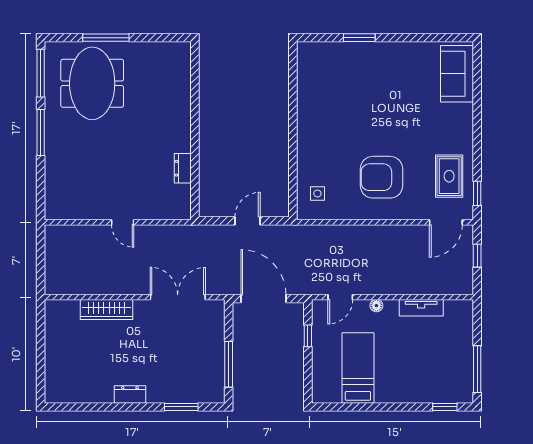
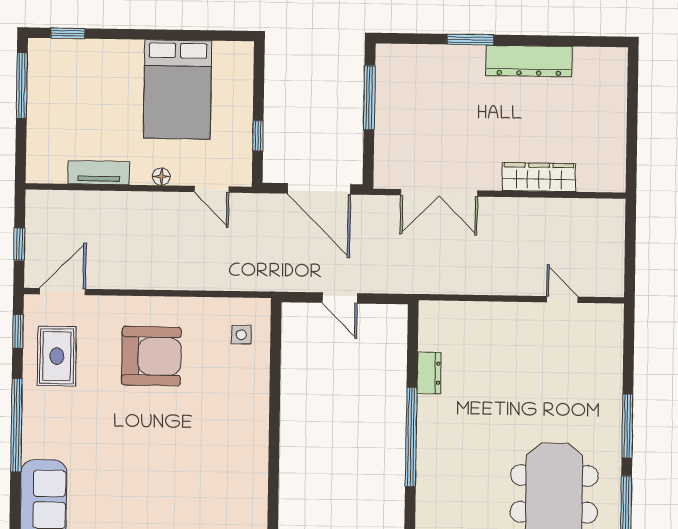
window: (195, 122) -> (411, 437), added
window: (477, 126) -> (16, 425), added
door: (248, 221) -> (340, 298), hinge flipped
door: (123, 222) -> (562, 299), moved
door: (340, 297) -> (212, 189), swing flipped
bed: (358, 368) -> (177, 90), width x1.50
dresser: (130, 394) -> (529, 61), width x1.96, depth x1.24
window: (181, 407) -> (470, 40), moved

